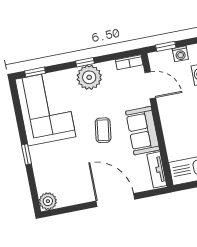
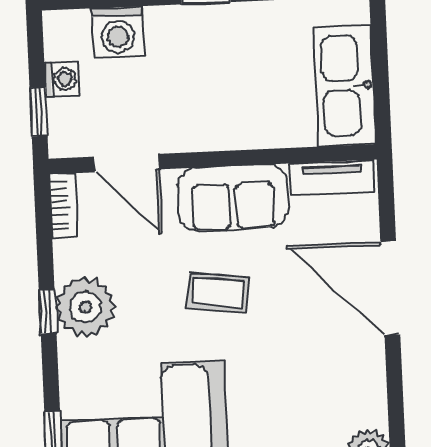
door: (150, 85) -> (127, 163), swing flipped
door: (115, 200) -> (390, 288), hinge flipped

